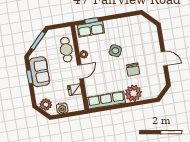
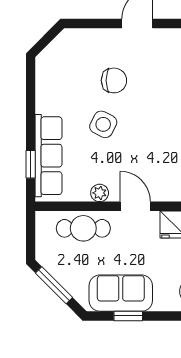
row of seats: (91, 29) -> (48, 156), width x1.48
chair: (133, 69) -> (114, 80), moved

